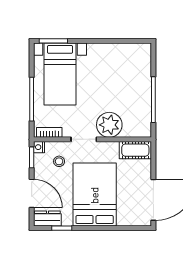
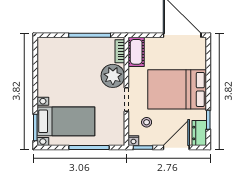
bookcase: (49, 132) -> (120, 51), moved

